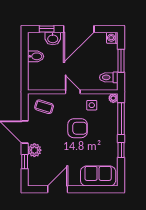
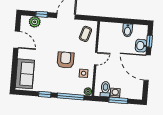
washing machine: (112, 38) -> (115, 93), moved
armchair: (78, 128) -> (66, 60), turned 180
plant: (34, 150) -> (35, 22), moved

